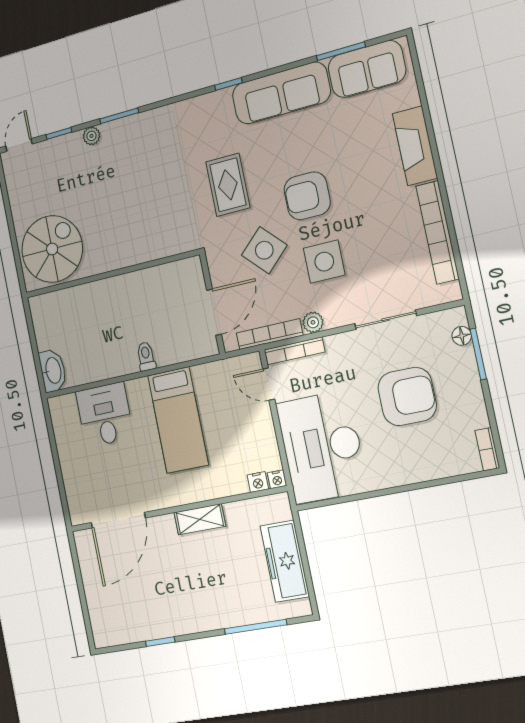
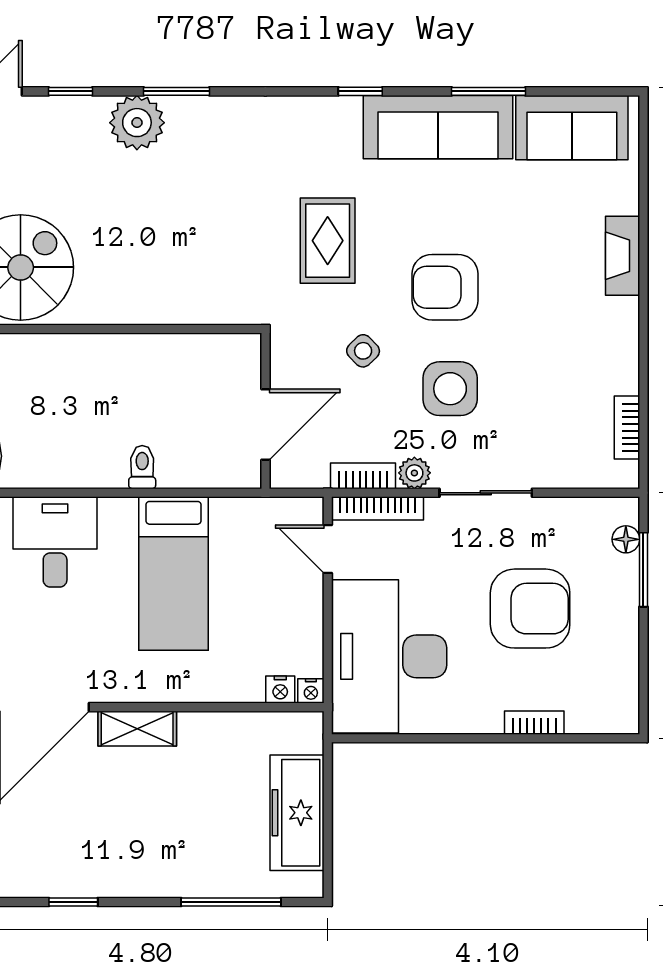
window: (341, 51) -> (488, 91), moved
plant: (91, 136) -> (137, 123), width x1.88, depth x1.88
fireplace: (415, 146) -> (623, 256), width x0.73, depth x0.76
bookcase: (438, 232) -> (627, 428), width x0.43, depth x0.76
side table: (264, 250) -> (363, 351), width x0.54, depth x0.54
sliding door: (386, 320) -> (486, 493), moved
bookcase: (269, 334) -> (363, 476), width x0.64
bookcase: (487, 449) -> (534, 723), moved, turned 90
shelving: (200, 519) -> (137, 729), moved

